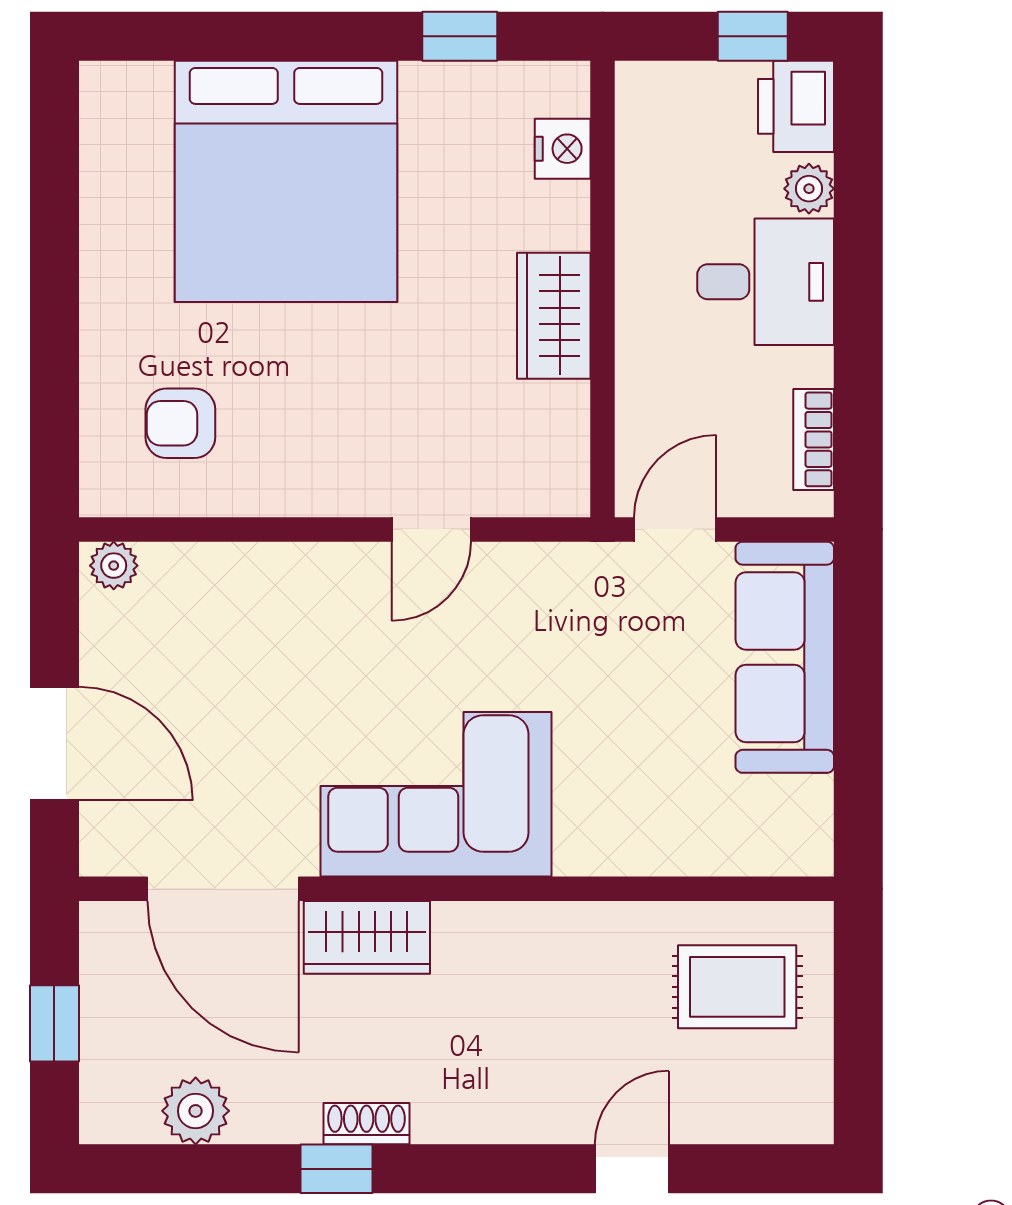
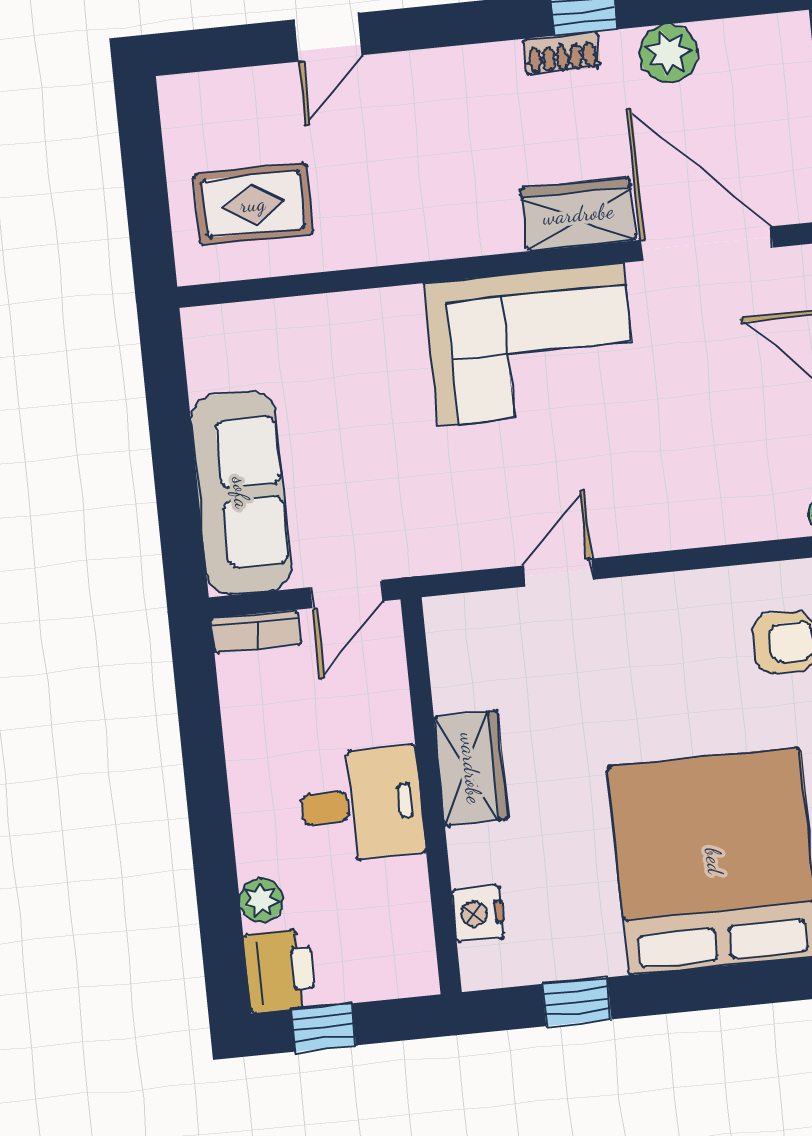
desk: (766, 282) -> (362, 805), moved, turned 180
bookcase: (814, 439) -> (256, 632), moved, turned 90
plant: (196, 1111) -> (669, 53), moved

